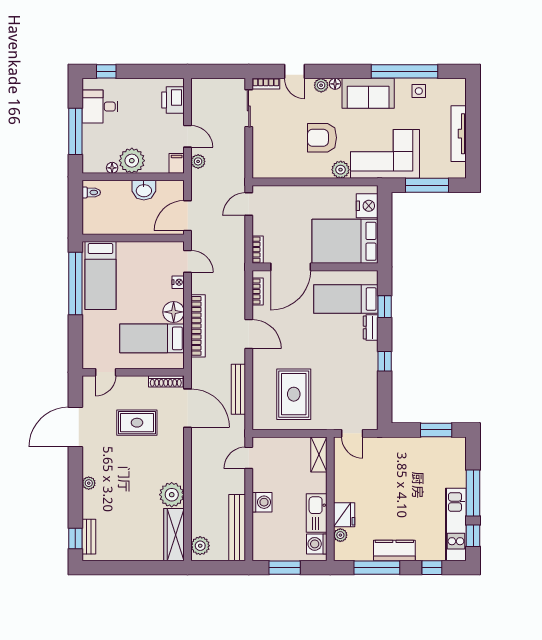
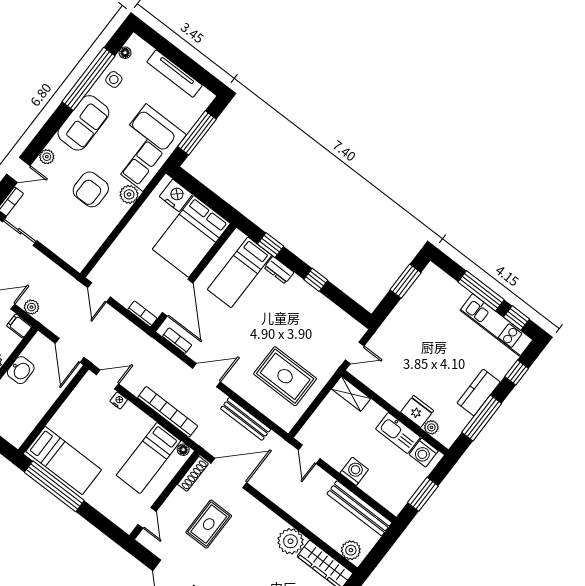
floor lamp: (335, 84) -> (125, 53), moved
floor lamp: (174, 312) -> (183, 450), moved, width x0.53, depth x0.53

